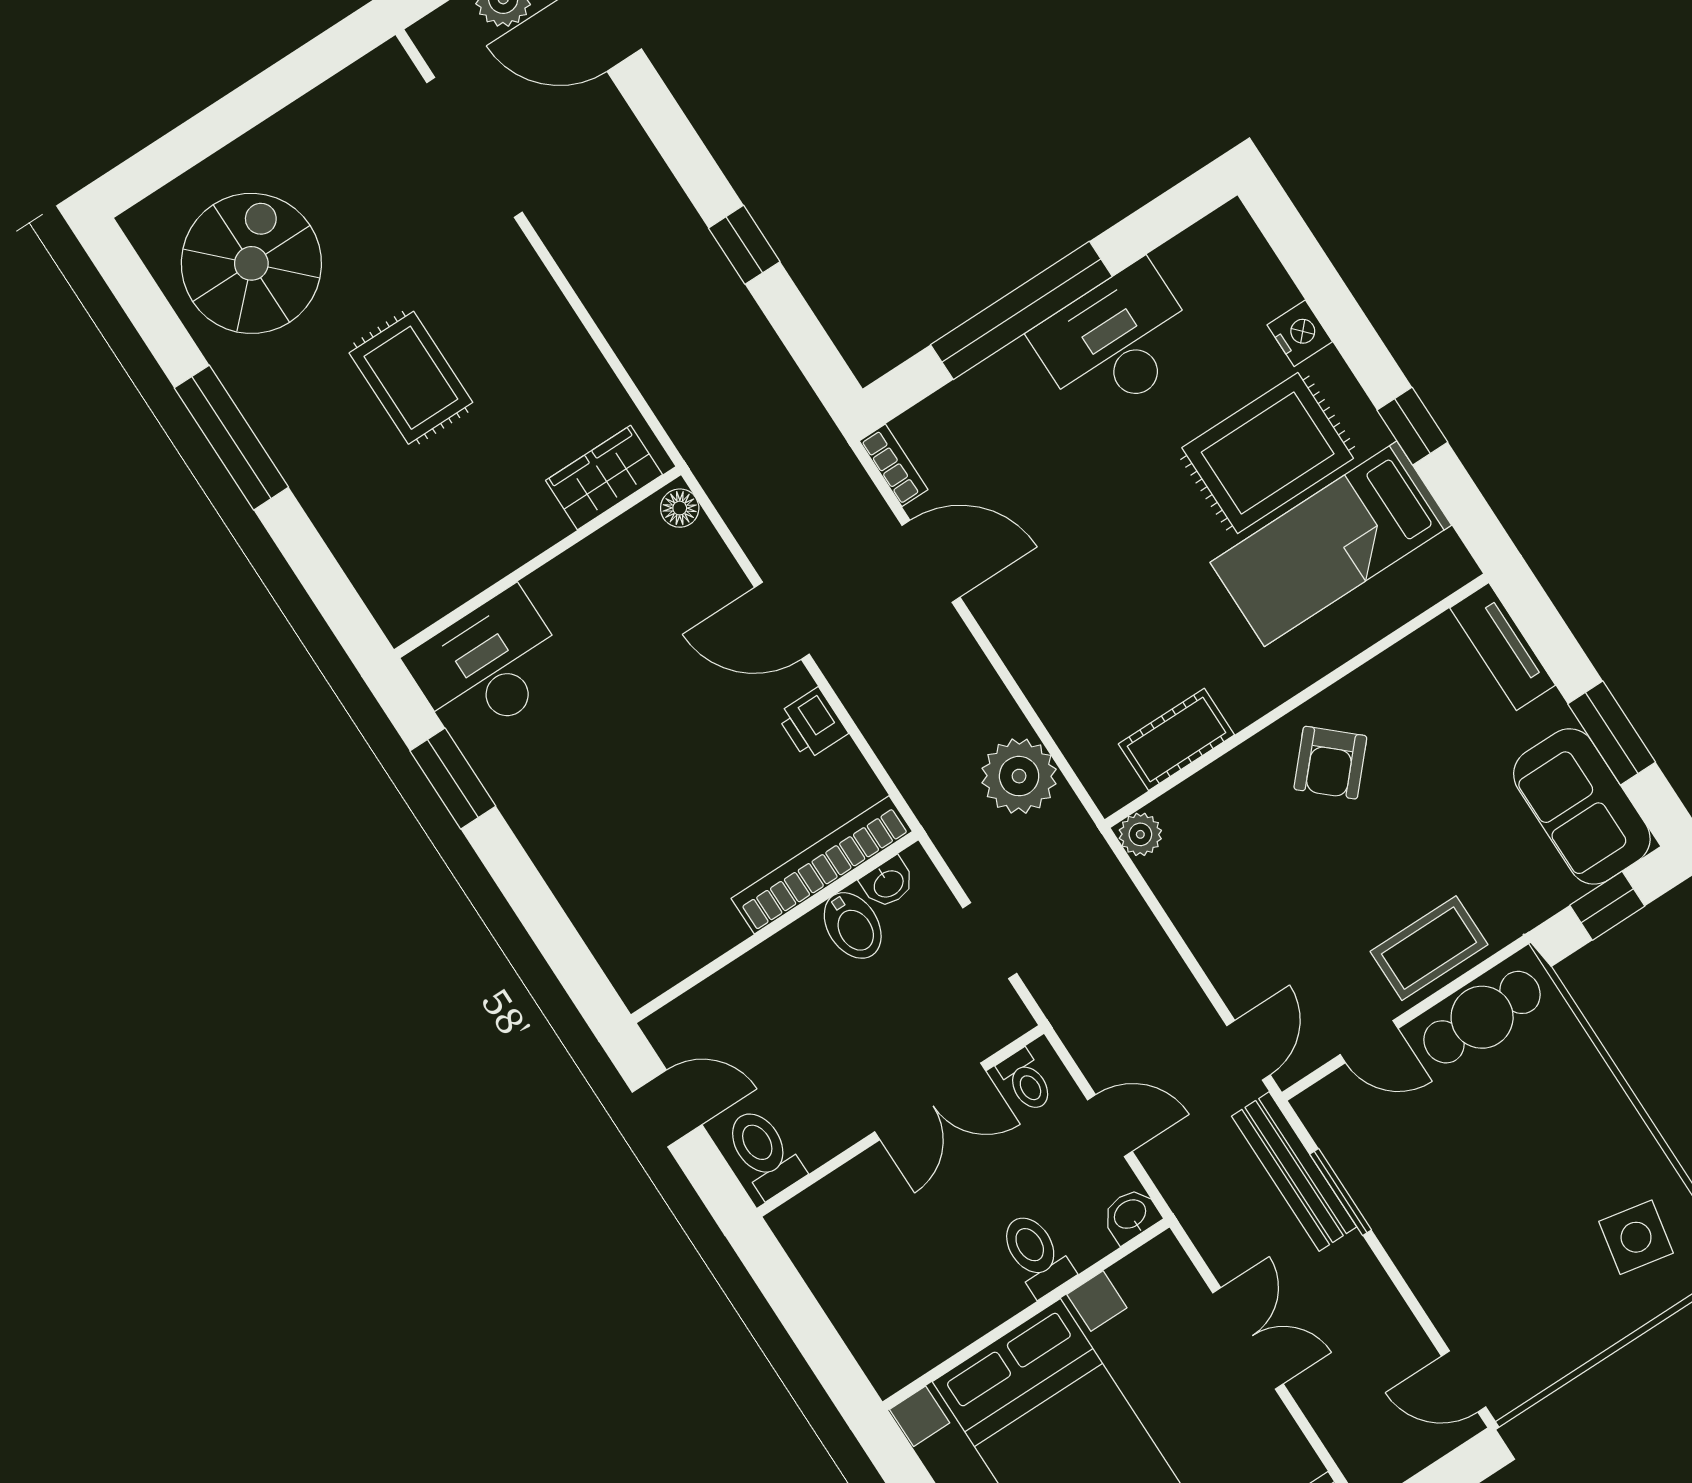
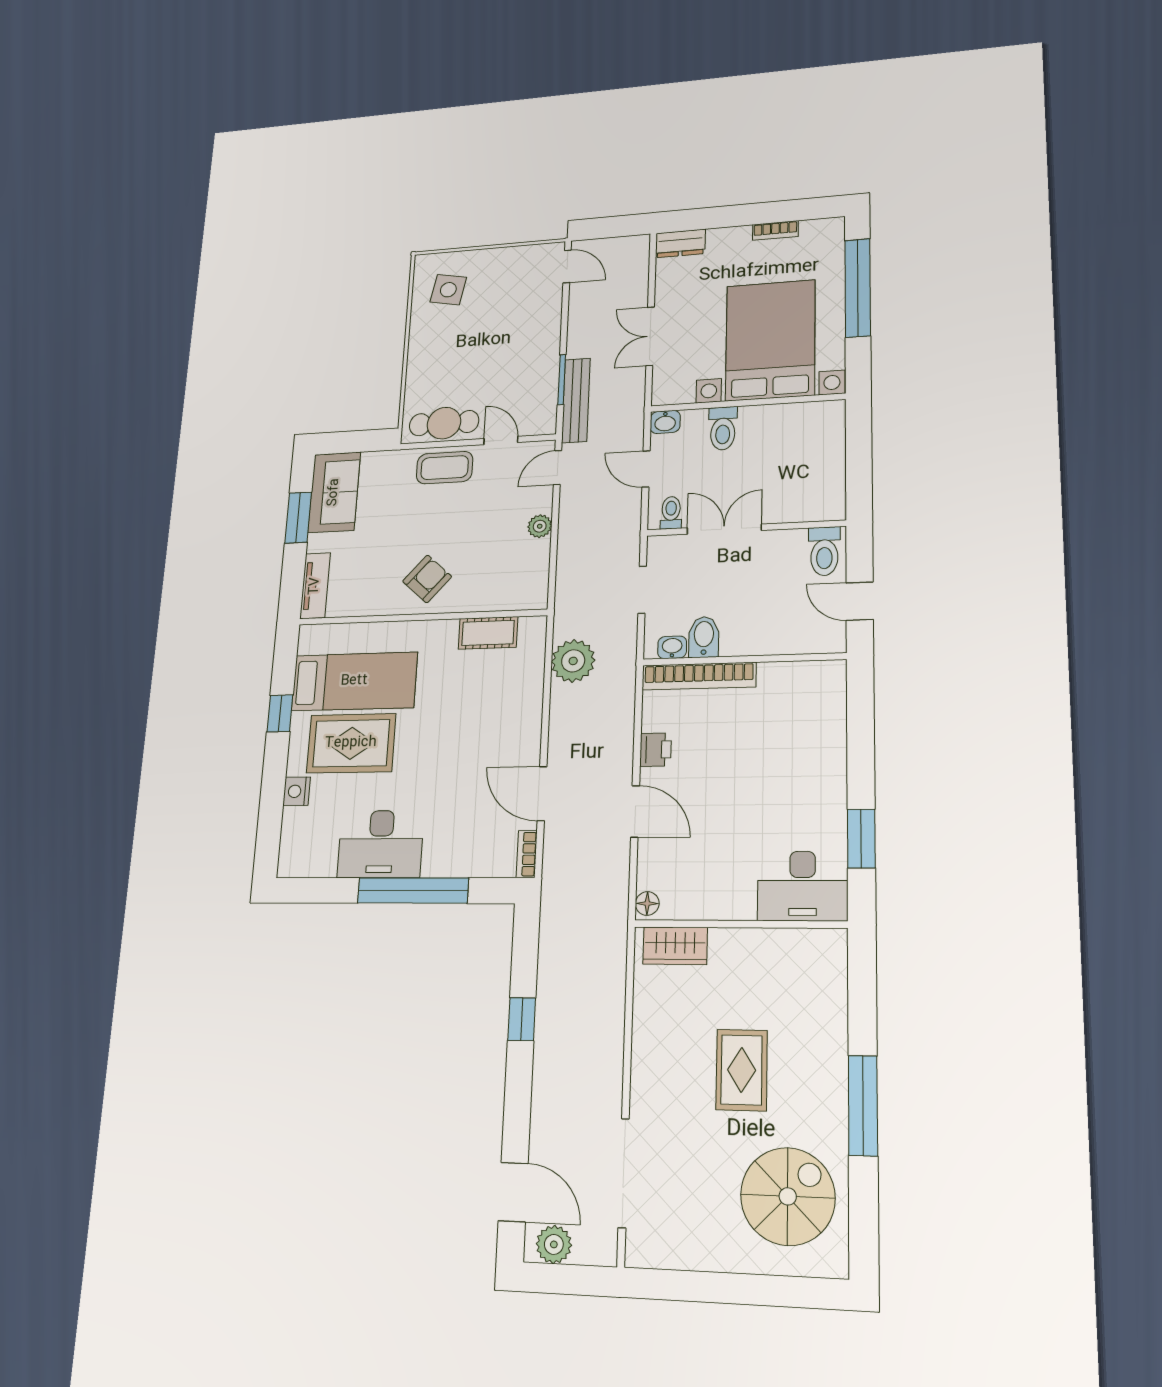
spiral stairs: (251, 263) -> (788, 1196), turned 180
plant: (1140, 834) -> (540, 526), moved
window: (1607, 906) -> (356, 442), removed

